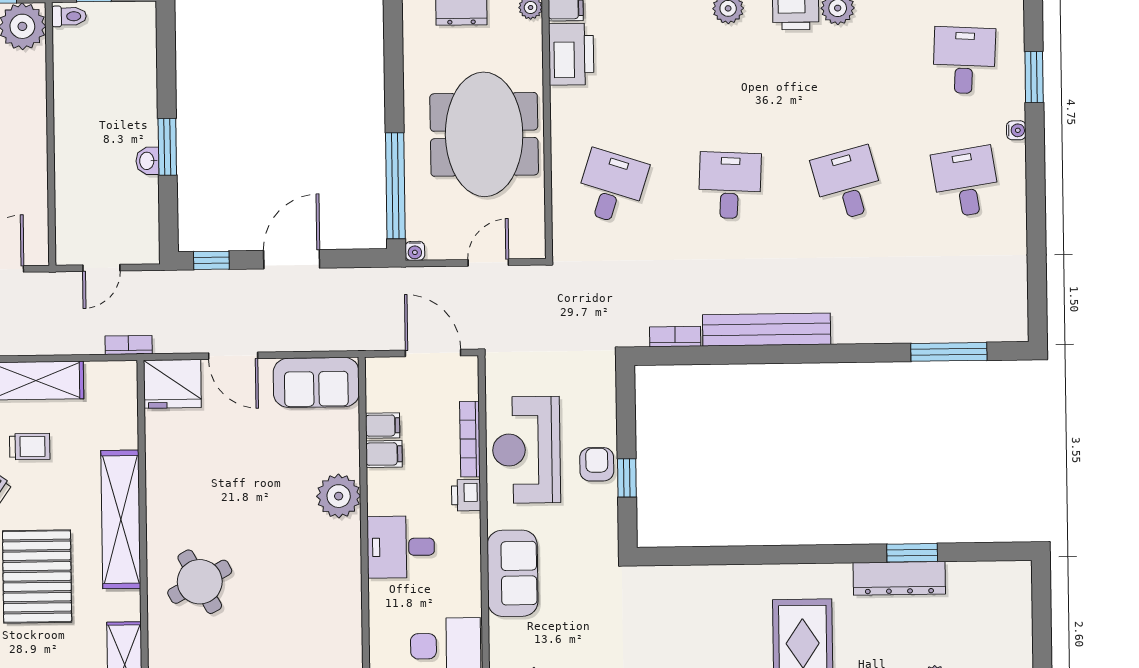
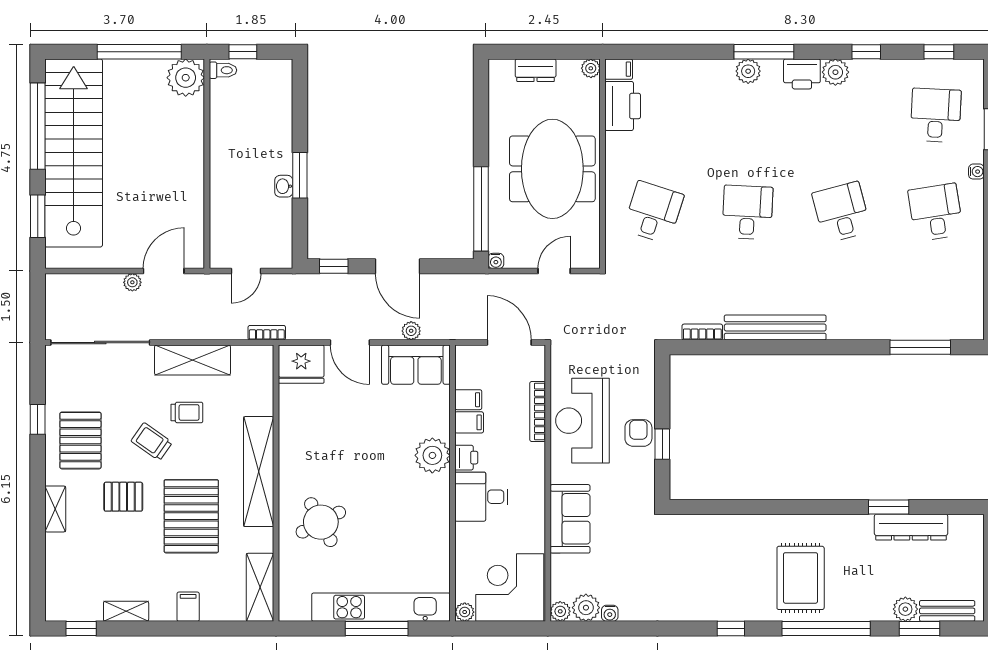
door: (292, 259) -> (398, 266), swing flipped
plant: (310, 340) -> (411, 331), added
printer: (466, 495) -> (466, 458), moved, turned 180
dresser: (899, 578) -> (911, 527), moved

